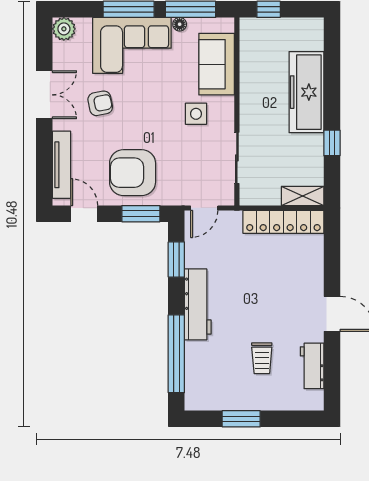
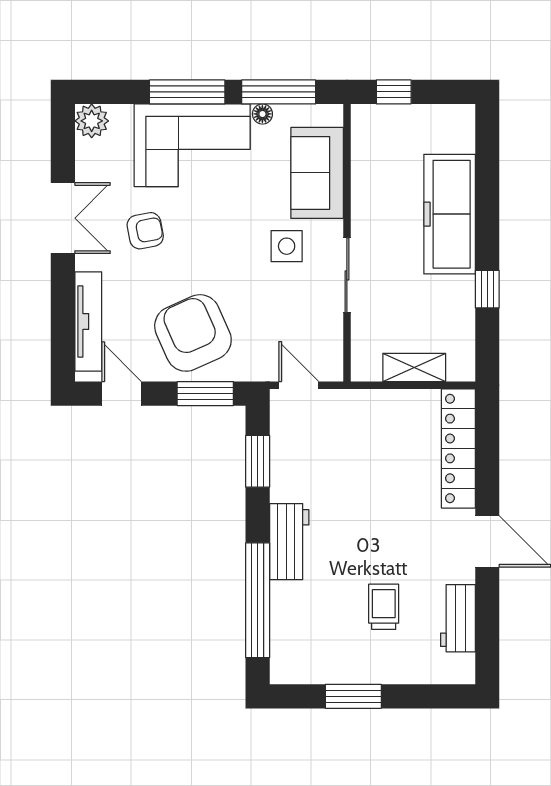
sliding door: (237, 158) -> (347, 275), moved
armchair: (133, 173) -> (193, 333), turned 66
shelving: (303, 196) -> (414, 367), moved
door: (204, 208) -> (299, 385), swing flipped
locker: (283, 222) -> (458, 448), moved, turned 90
workbench: (198, 304) -> (289, 542), width x0.73
trolley: (262, 358) -> (384, 607), turned 180

